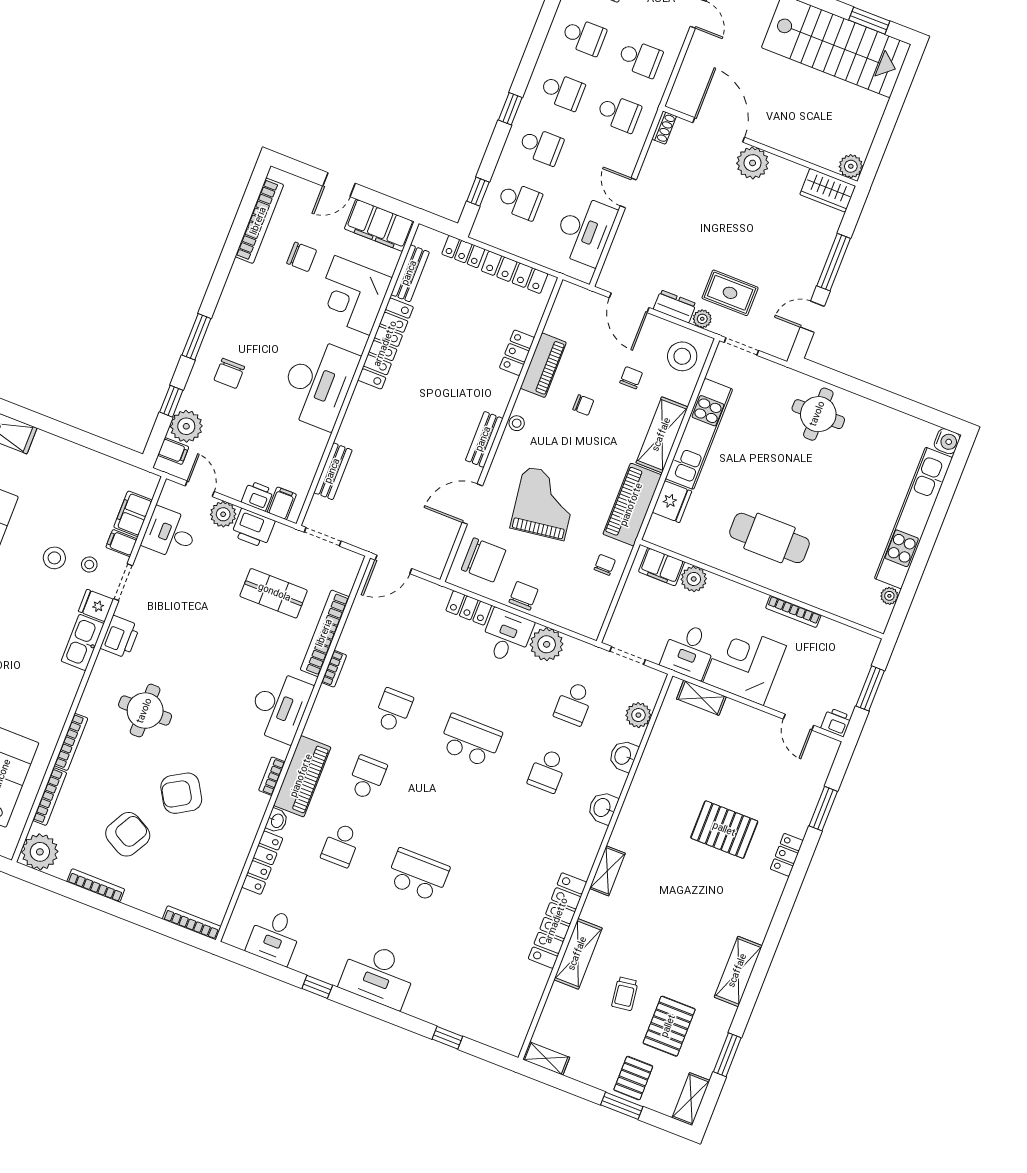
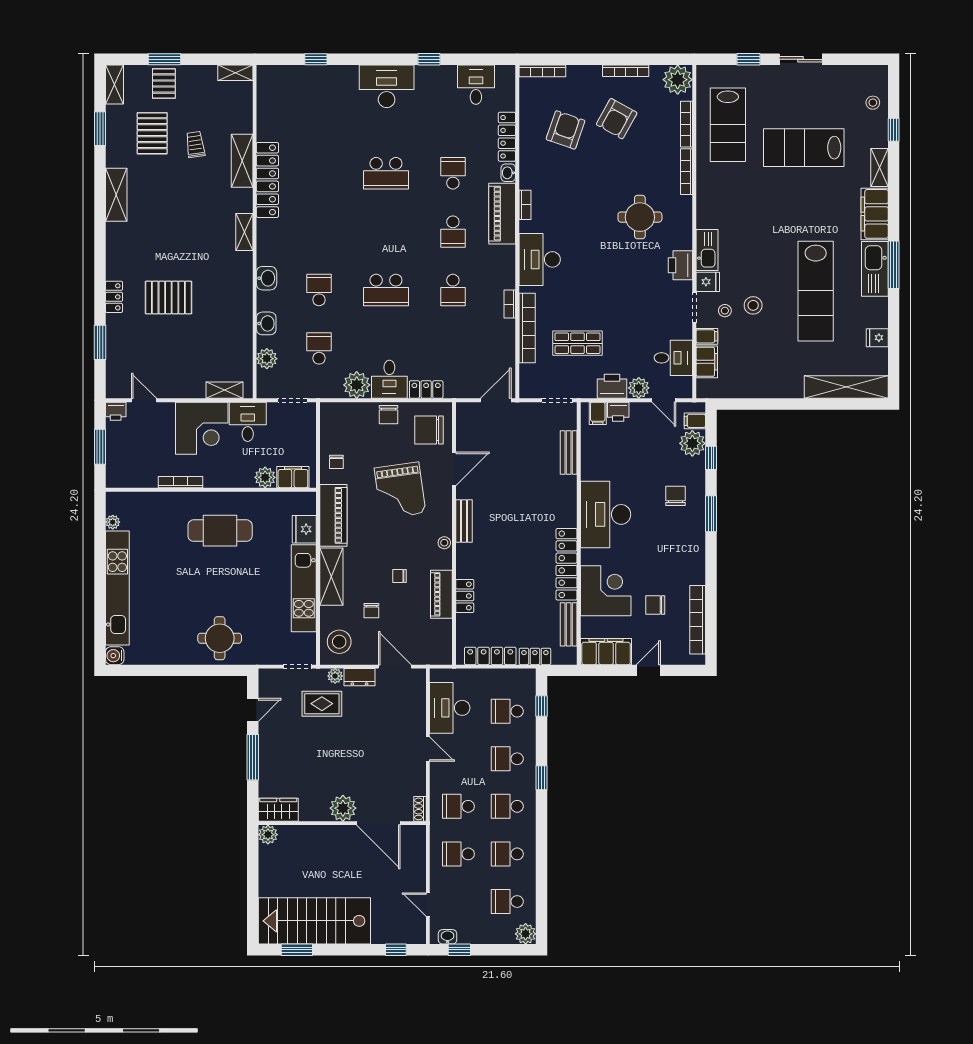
armchair: (181, 793) -> (566, 130), moved, turned -40

